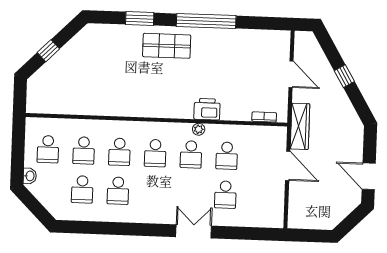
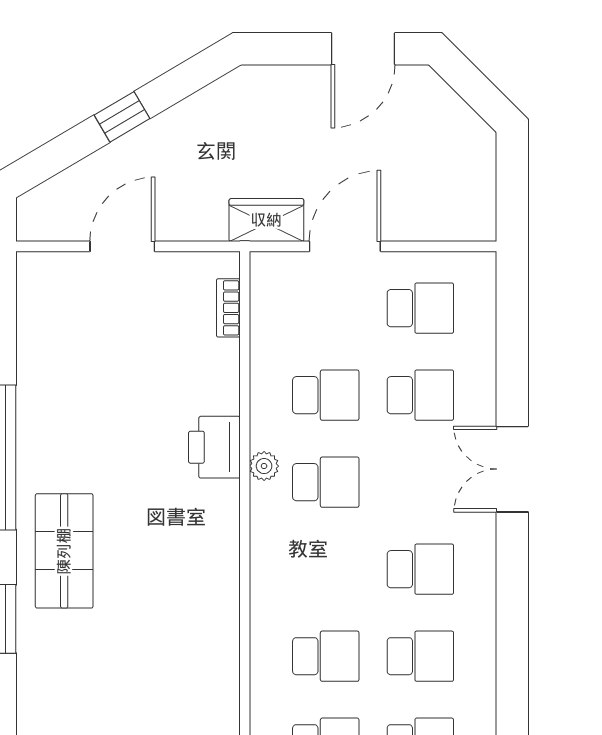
wardrobe: (300, 126) -> (266, 220), width x0.67
school desk: (155, 153) -> (420, 569), moved
school desk: (261, 196) -> (420, 308), added

